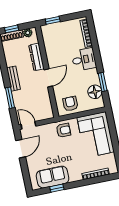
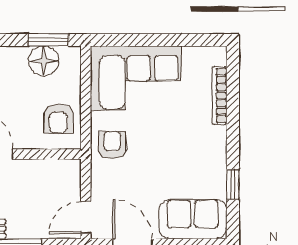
window: (103, 82) -> (49, 40), moved
armchair: (70, 104) -> (58, 119), turned -90
sofa: (53, 177) -> (193, 219), moved, turned 90

